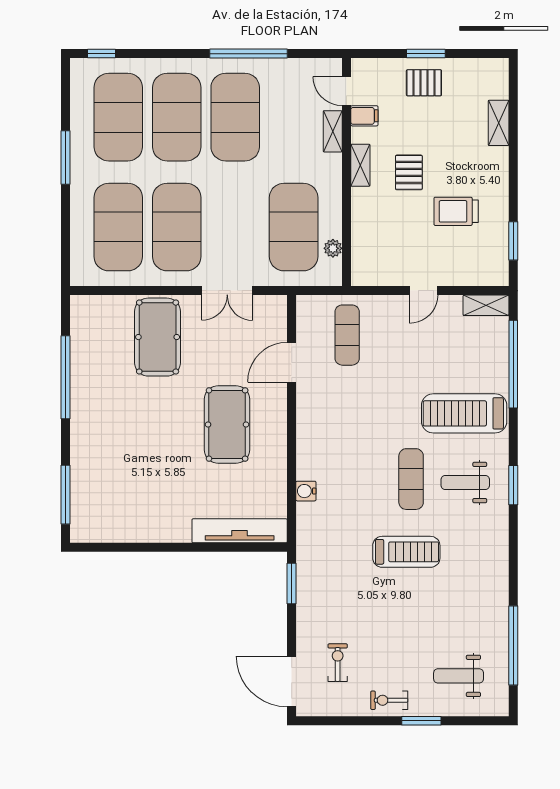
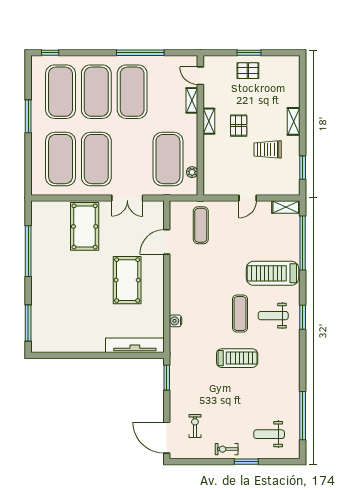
filing cabinet: (364, 116) -> (211, 91), removed
shelving: (499, 123) -> (294, 121), moved

